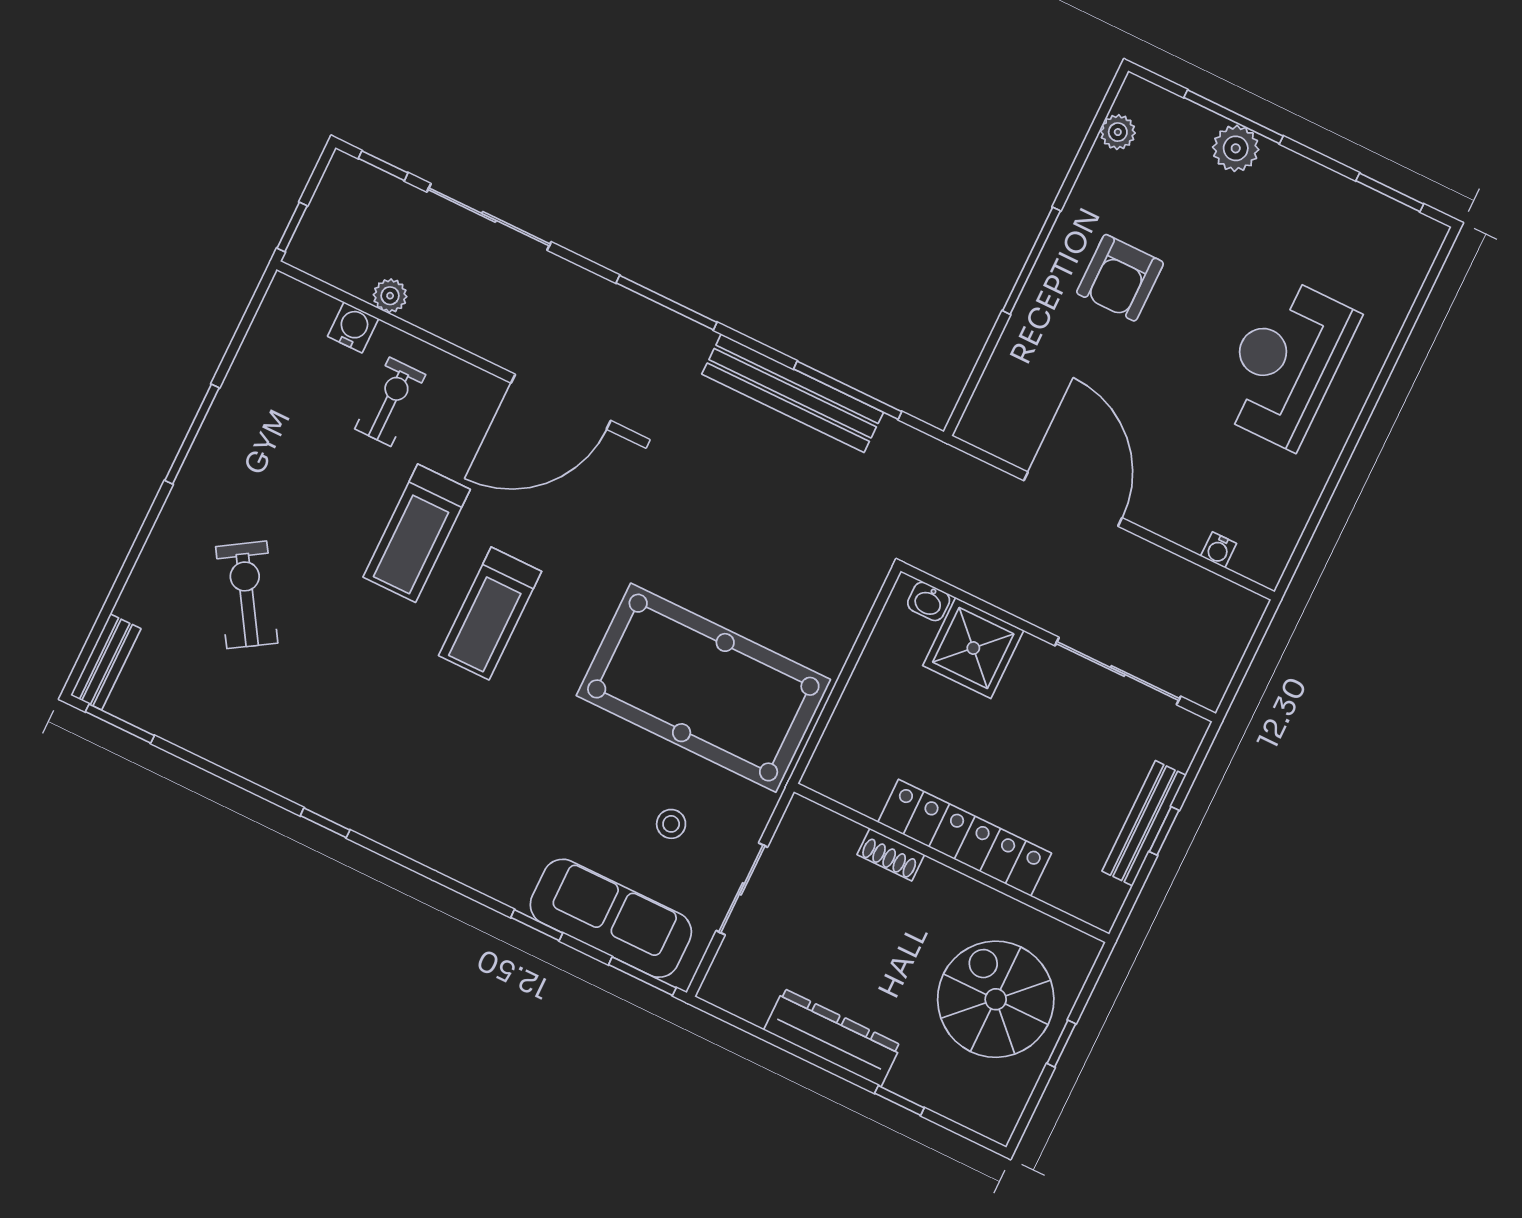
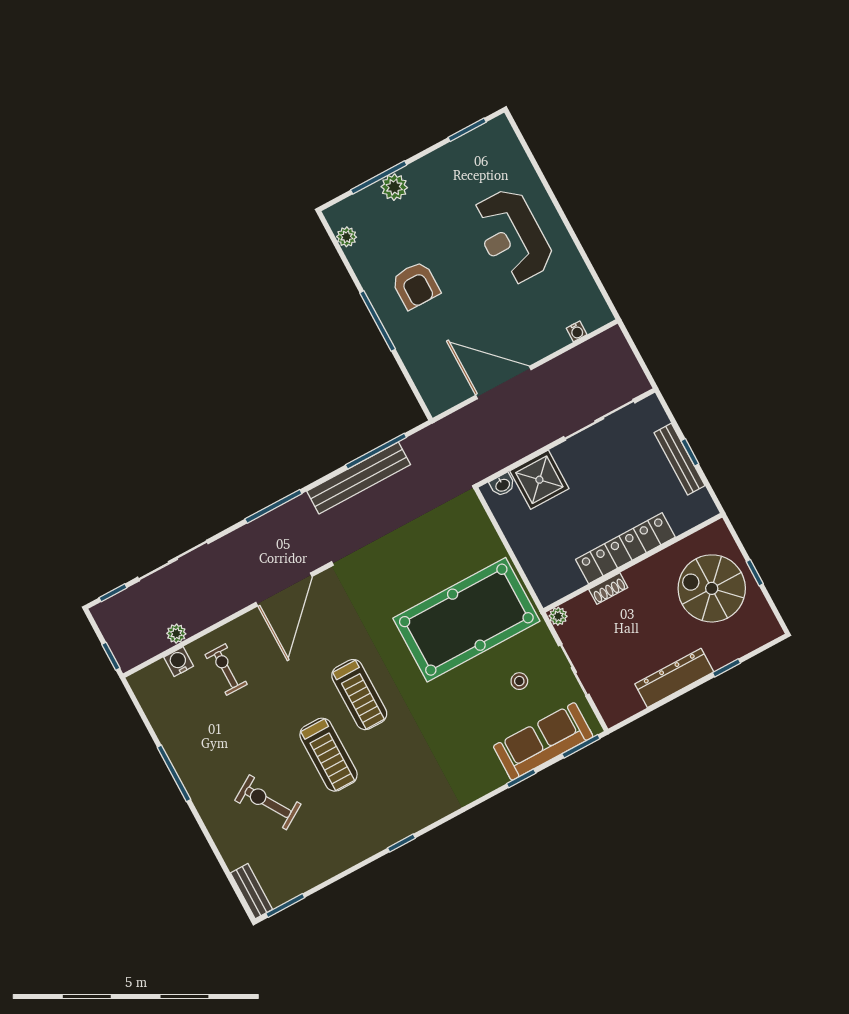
treadmill: (417, 533) -> (329, 755), moved
plant: (801, 812) -> (558, 616), added

